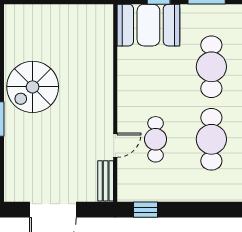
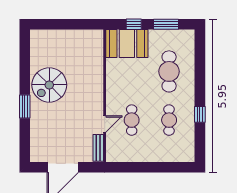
cafe table: (211, 139) -> (169, 120), width x0.73, depth x0.74
window: (145, 210) -> (125, 167), removed

